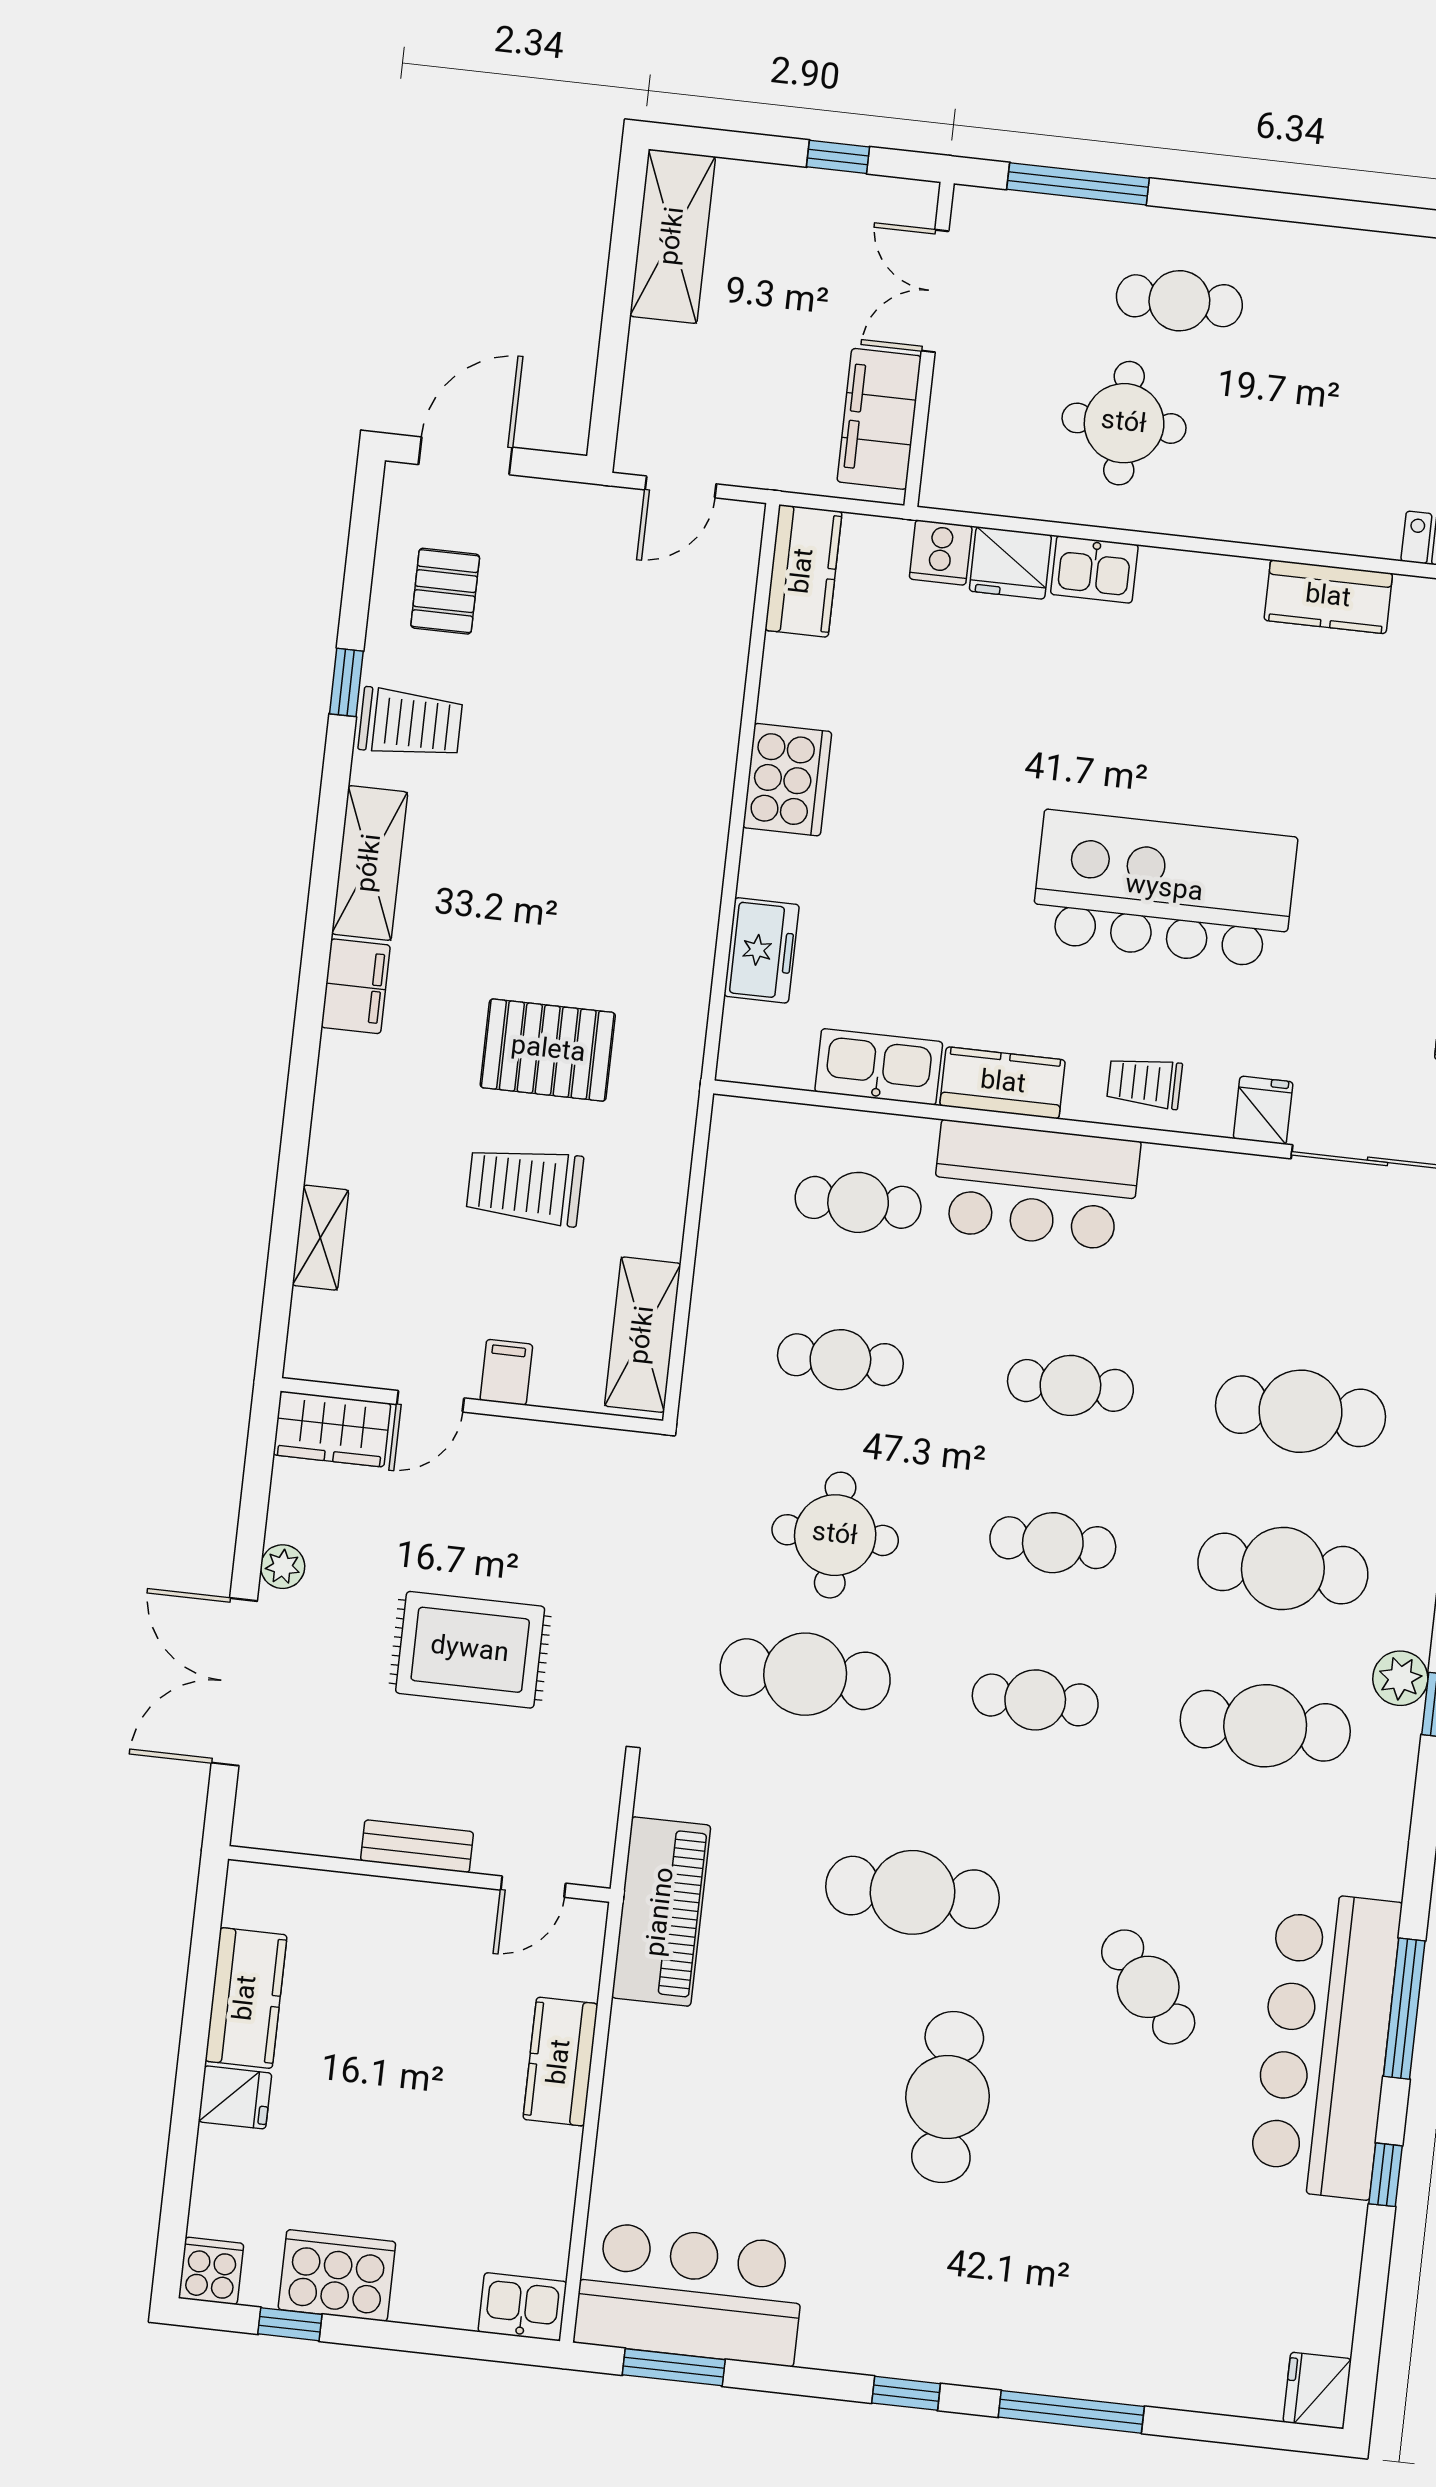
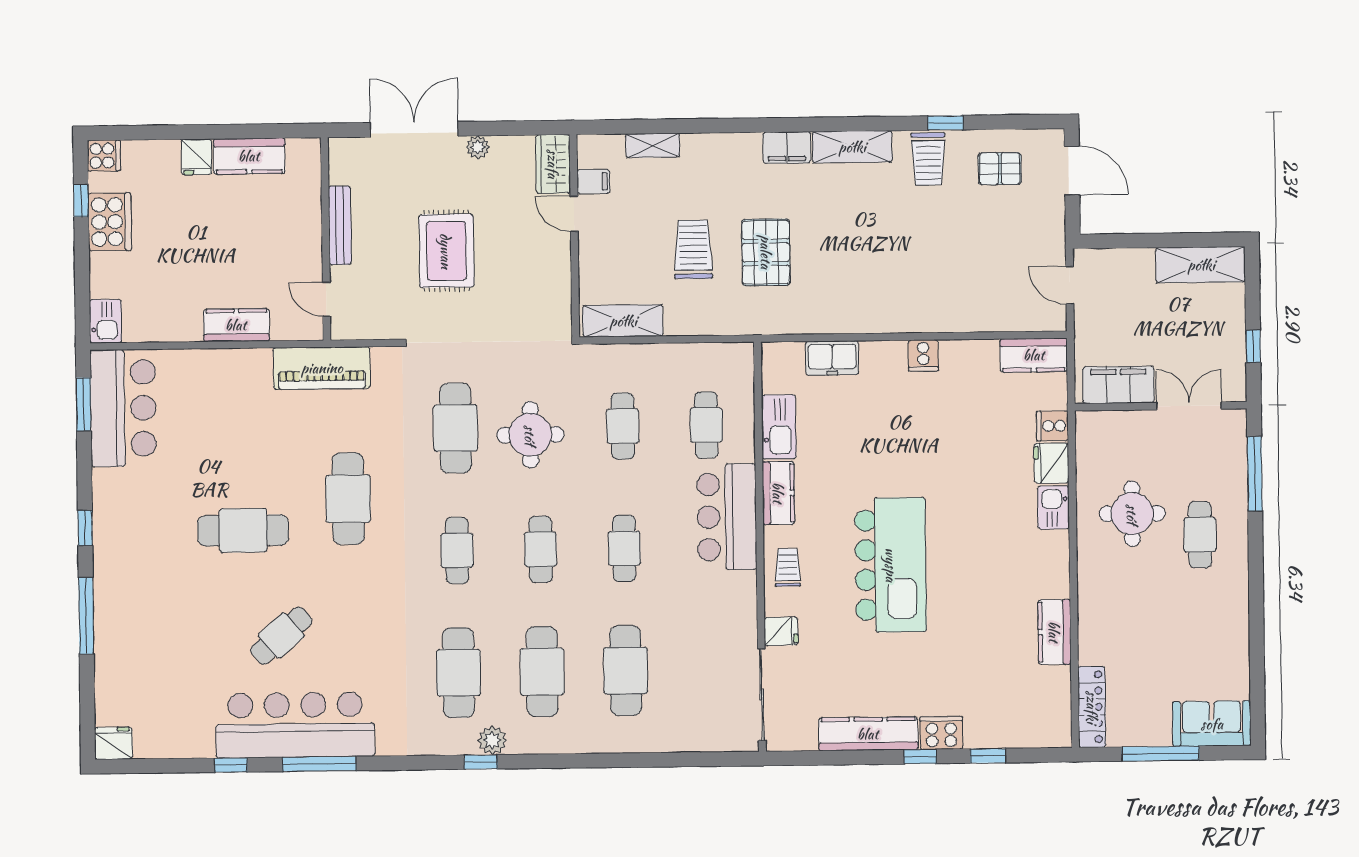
cooker: (787, 780) -> (923, 355), width x0.53, depth x0.76
filing cabinet: (506, 1372) -> (593, 181), moved
bench: (417, 1846) -> (340, 225), width x1.36
cafe table: (1148, 1987) -> (281, 636), moved

